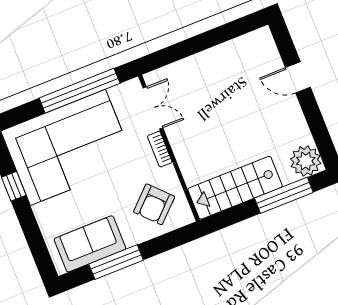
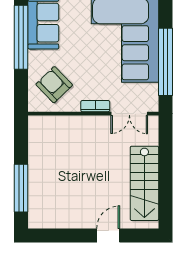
plant: (306, 161) -> (41, 216), removed
stairs: (235, 188) -> (144, 183), moved, turned 180
window: (116, 262) -> (21, 37), width x1.46

